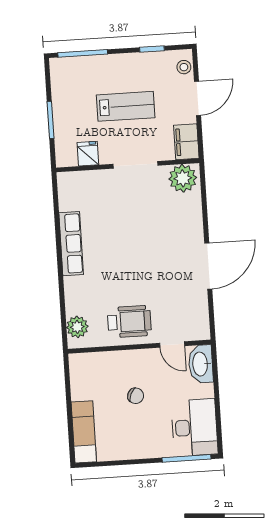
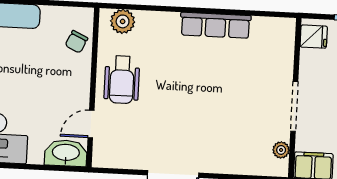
fridge: (88, 154) -> (314, 37), moved
plant: (183, 178) -> (281, 150), width x0.53, depth x0.53
chair: (136, 396) -> (76, 42), moved

